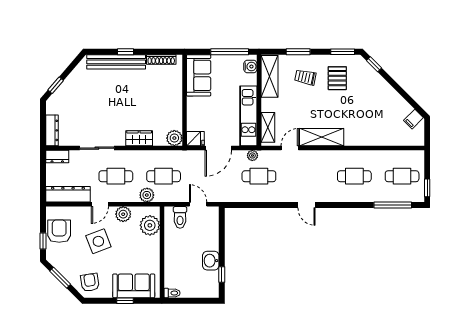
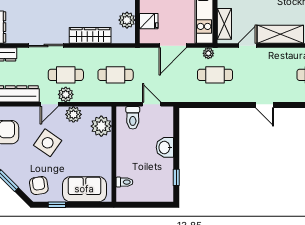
wardrobe: (139, 138) -> (90, 35), width x1.50
plant: (174, 138) -> (127, 20), moved
fridge: (195, 139) -> (149, 21), moved
plant: (147, 195) -> (66, 94), moved
side table: (98, 241) -> (48, 143), turned -34
washbasin: (211, 261) -> (165, 147), moved
toilet: (172, 293) -> (124, 182), moved
window: (125, 301) -> (57, 205), moved

